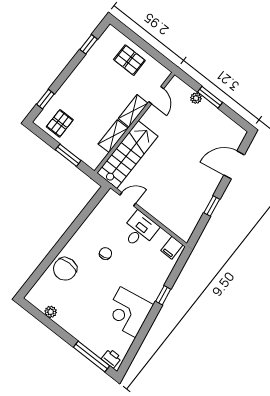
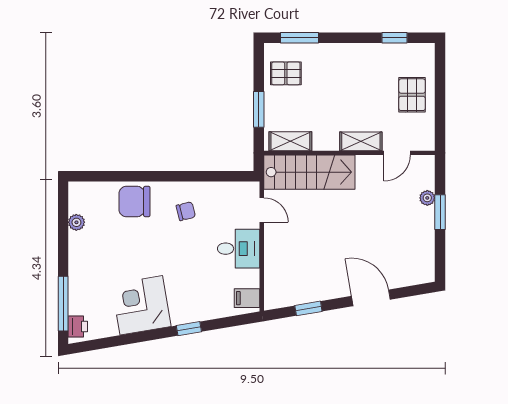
window: (45, 99) -> (300, 38), width x1.50
shelving: (113, 136) -> (290, 141), moved
door: (234, 165) -> (371, 298), moved
window: (212, 206) -> (308, 308), moved
chair: (105, 254) -> (186, 211), moved

